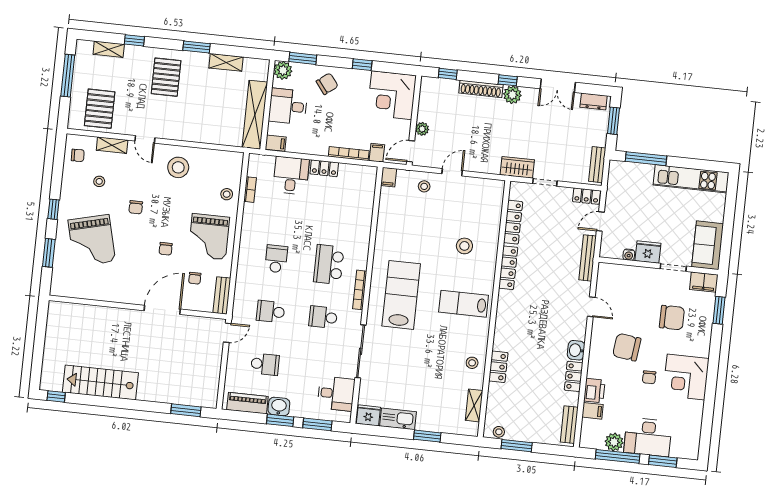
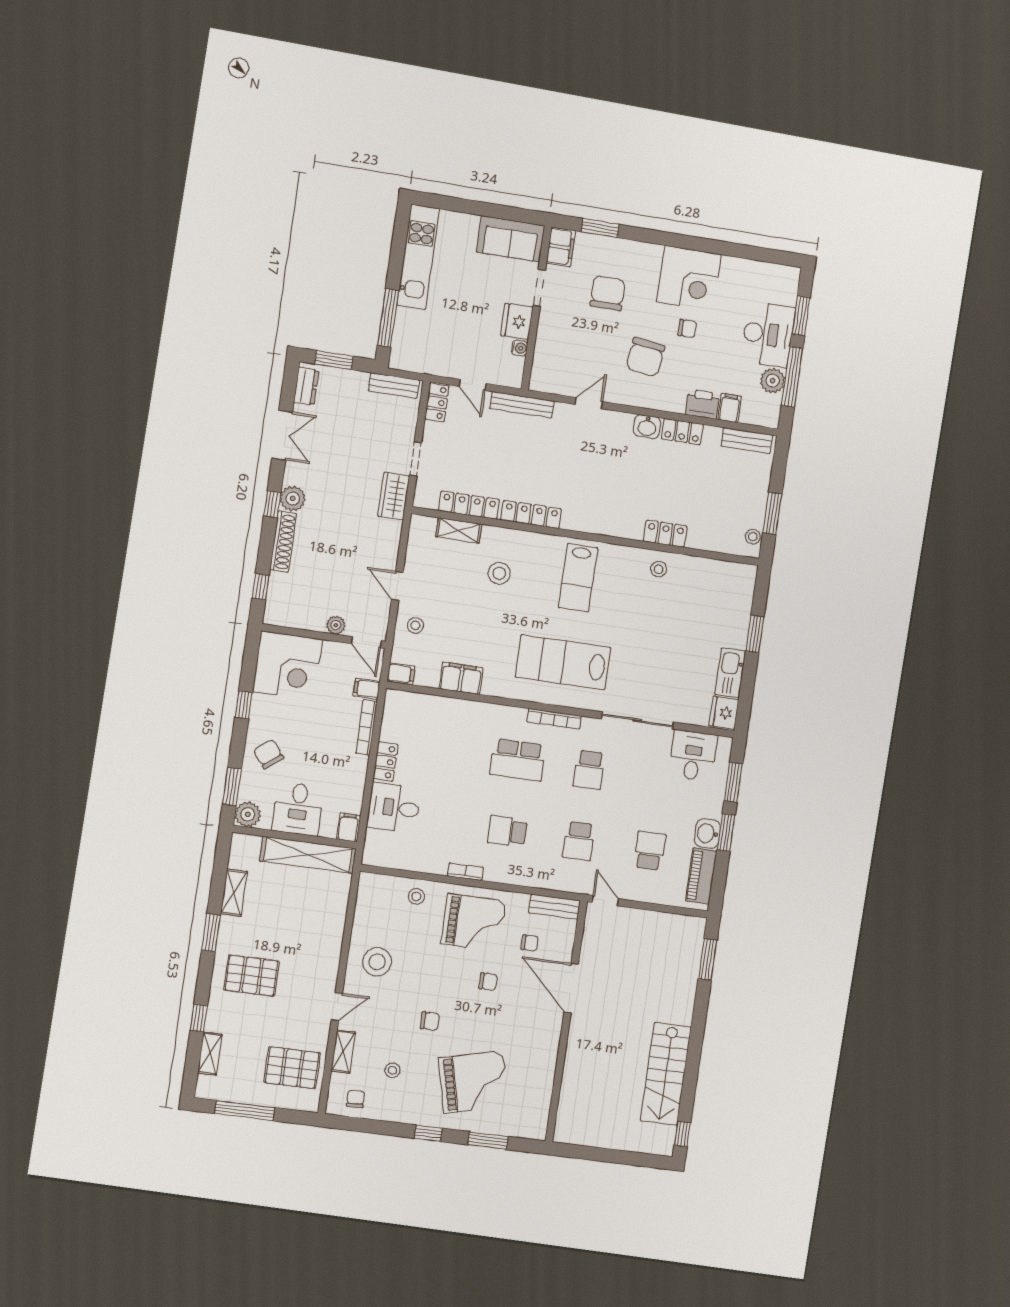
bookcase: (250, 190) -> (465, 872), moved
filing cabinet: (387, 221) -> (461, 678), added
shelving: (474, 405) -> (459, 530), moved

